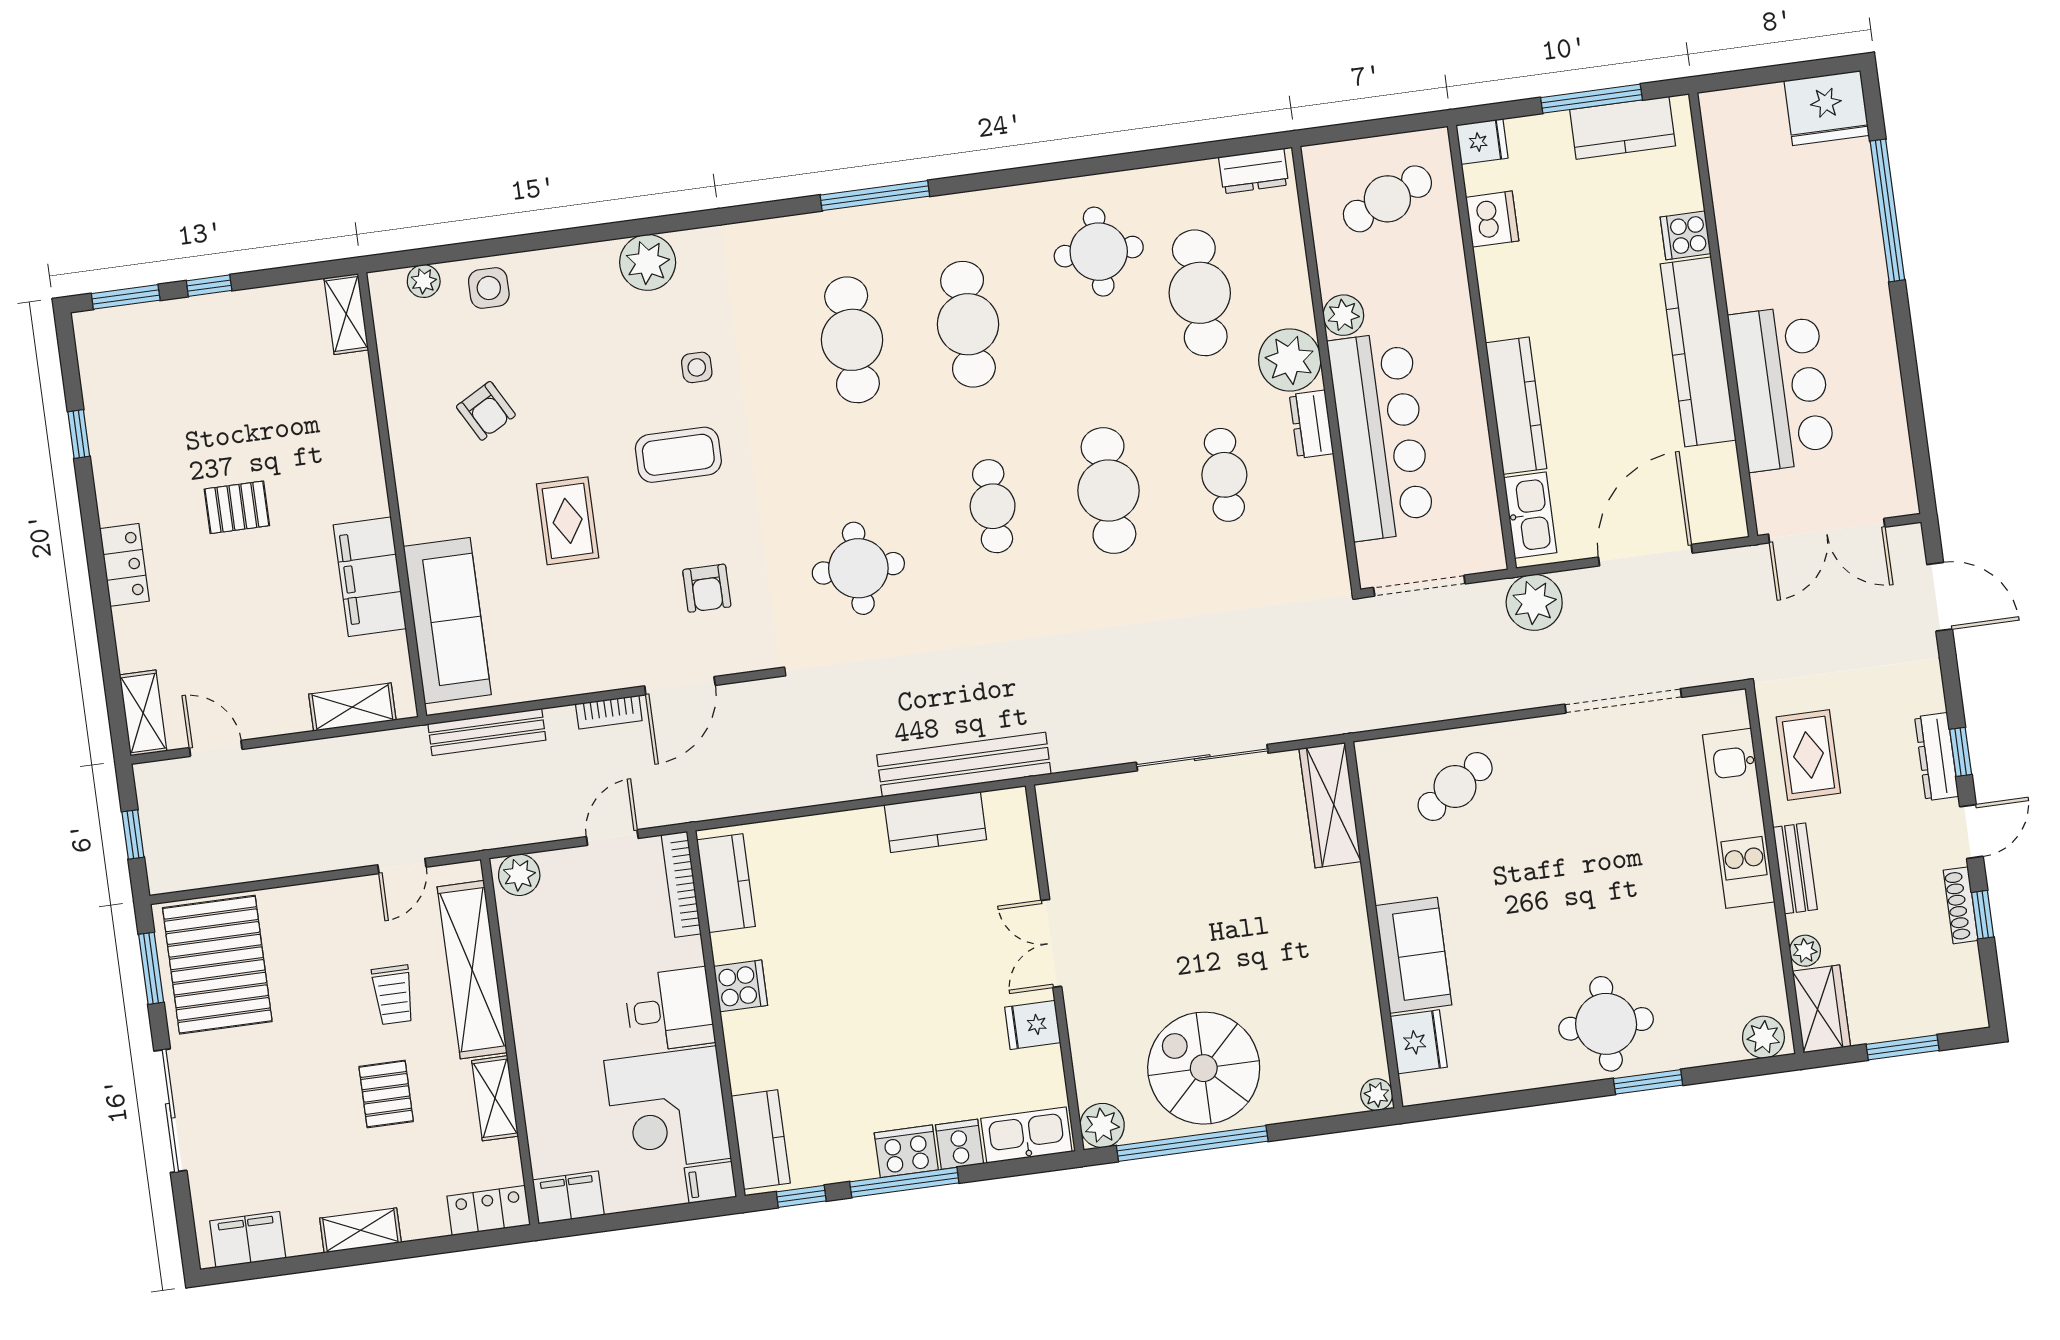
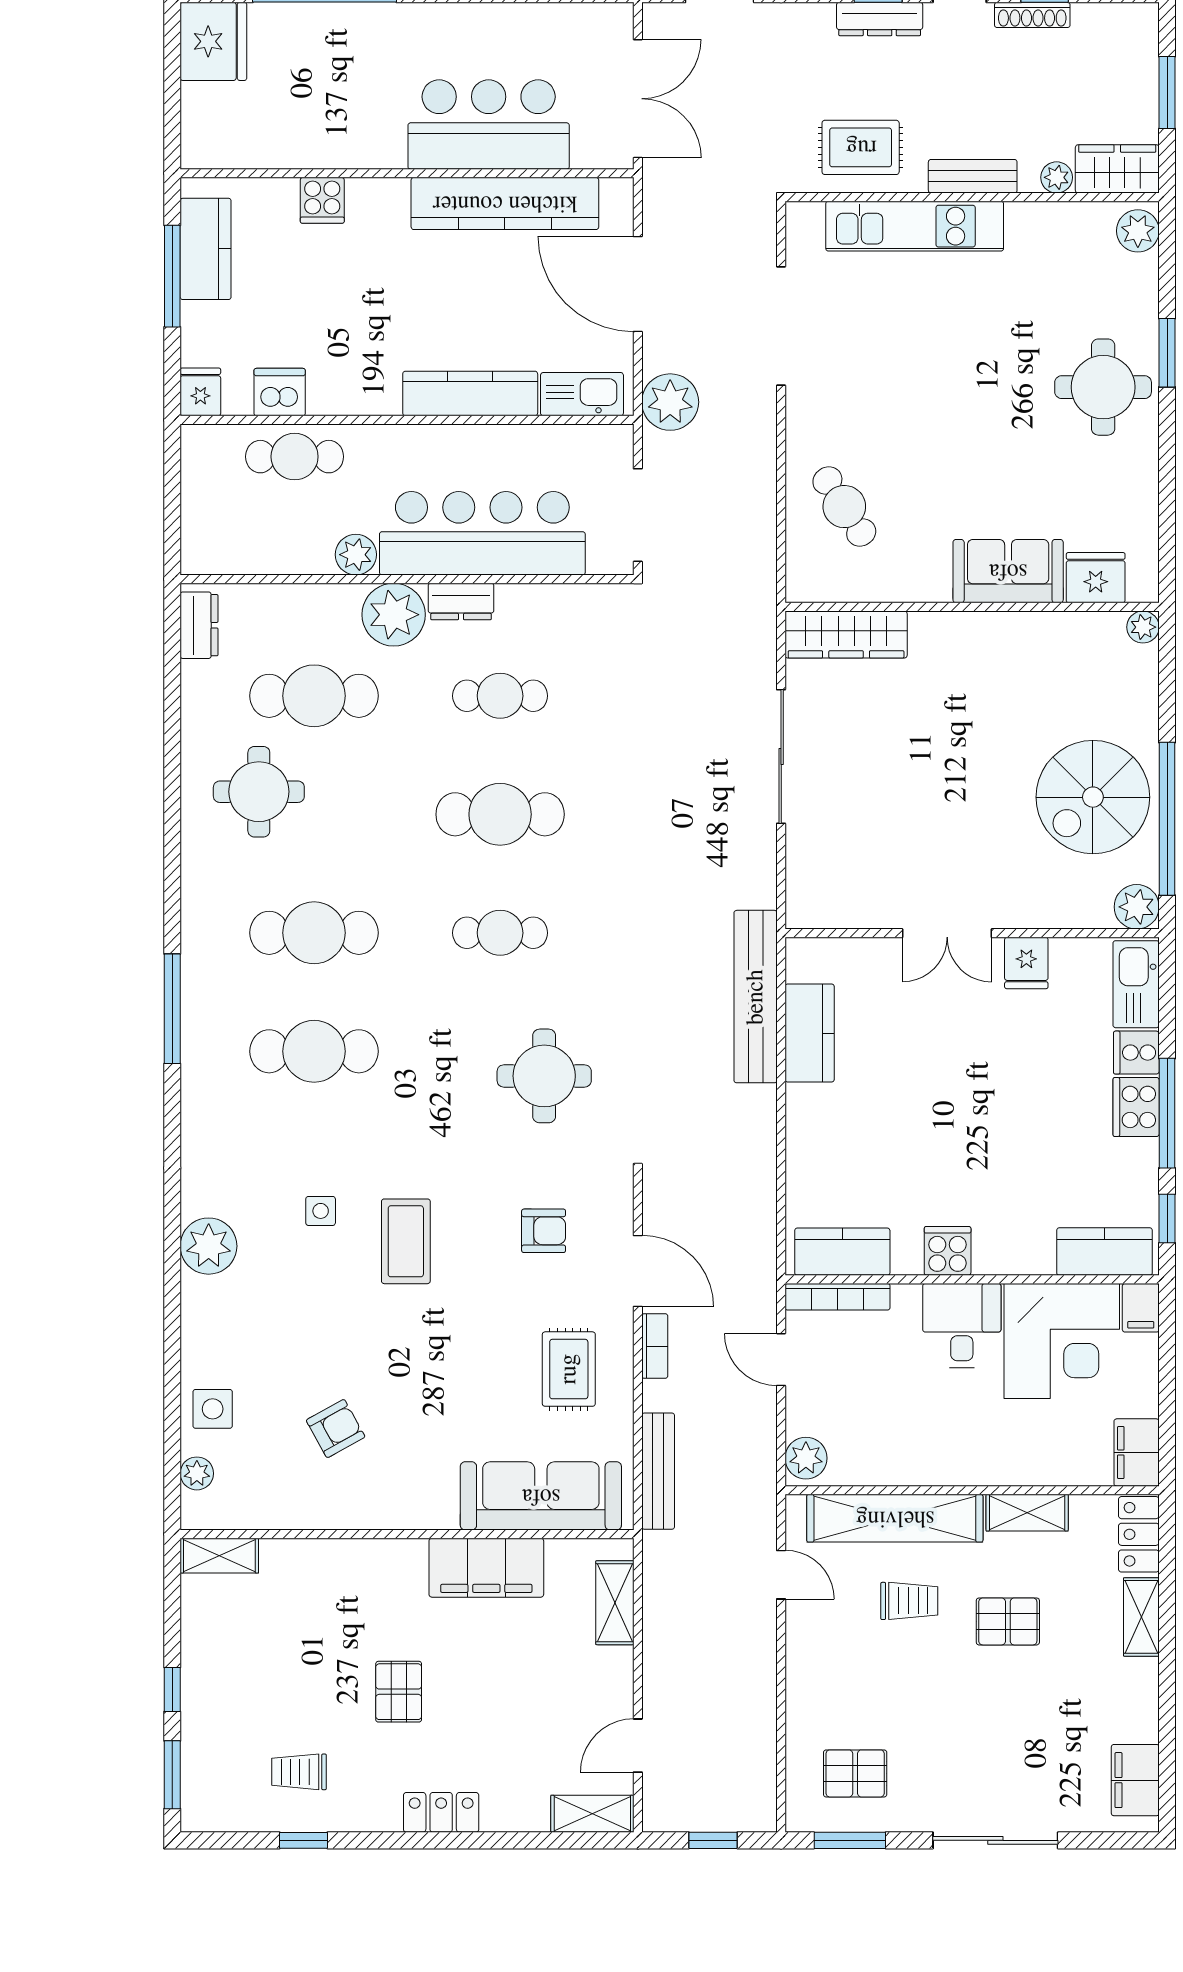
cafe table: (1387, 199) -> (295, 457), moved, turned -67
kitchen counter: (1698, 352) -> (505, 203), moved
trolley: (145, 421) -> (299, 1772), added
rug: (568, 521) -> (569, 1369), moved, turned 90
pallet: (217, 965) -> (855, 1773), width x0.49, depth x0.50
shelving: (360, 1230) -> (1141, 1617), moved

